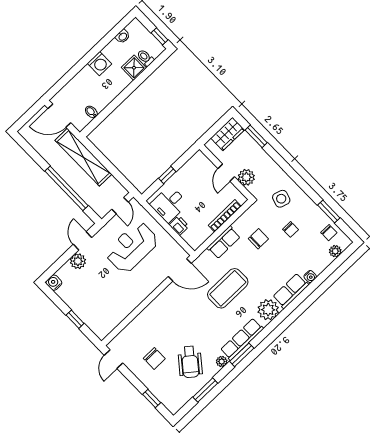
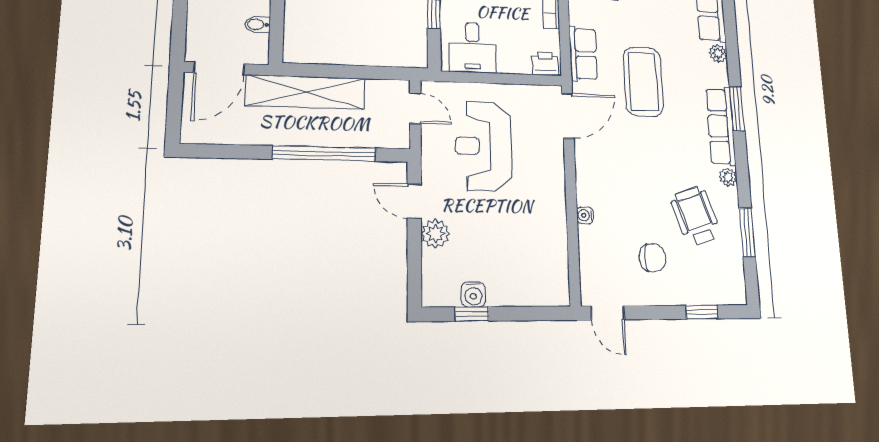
printer: (179, 226) -> (545, 64), moved
row of seats: (224, 242) -> (583, 54), moved
water cooler: (54, 283) -> (473, 294), moved, turned -90
plant: (268, 310) -> (718, 53), width x0.53, depth x0.53
water cooler: (144, 315) -> (585, 215), added
window: (75, 319) -> (472, 314), moved
window: (242, 355) -> (737, 109), moved
wheelchair: (190, 362) -> (696, 216), turned -147

